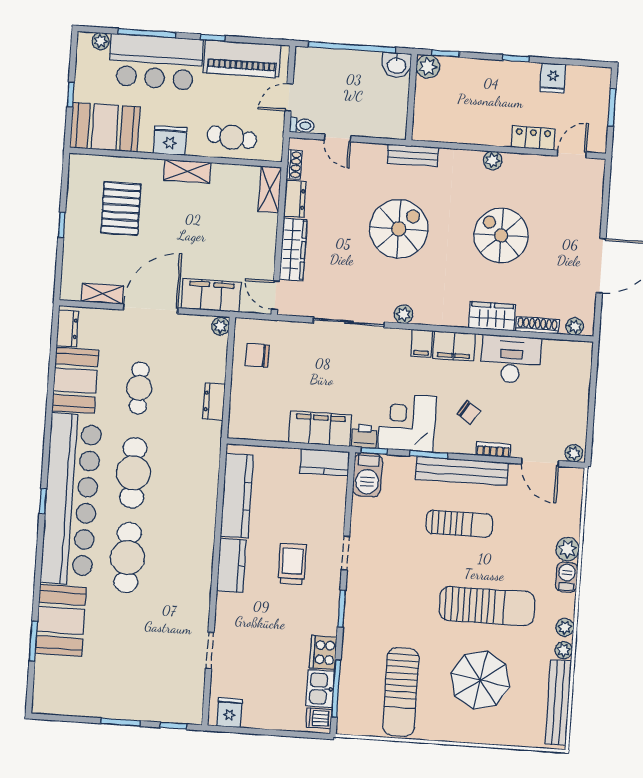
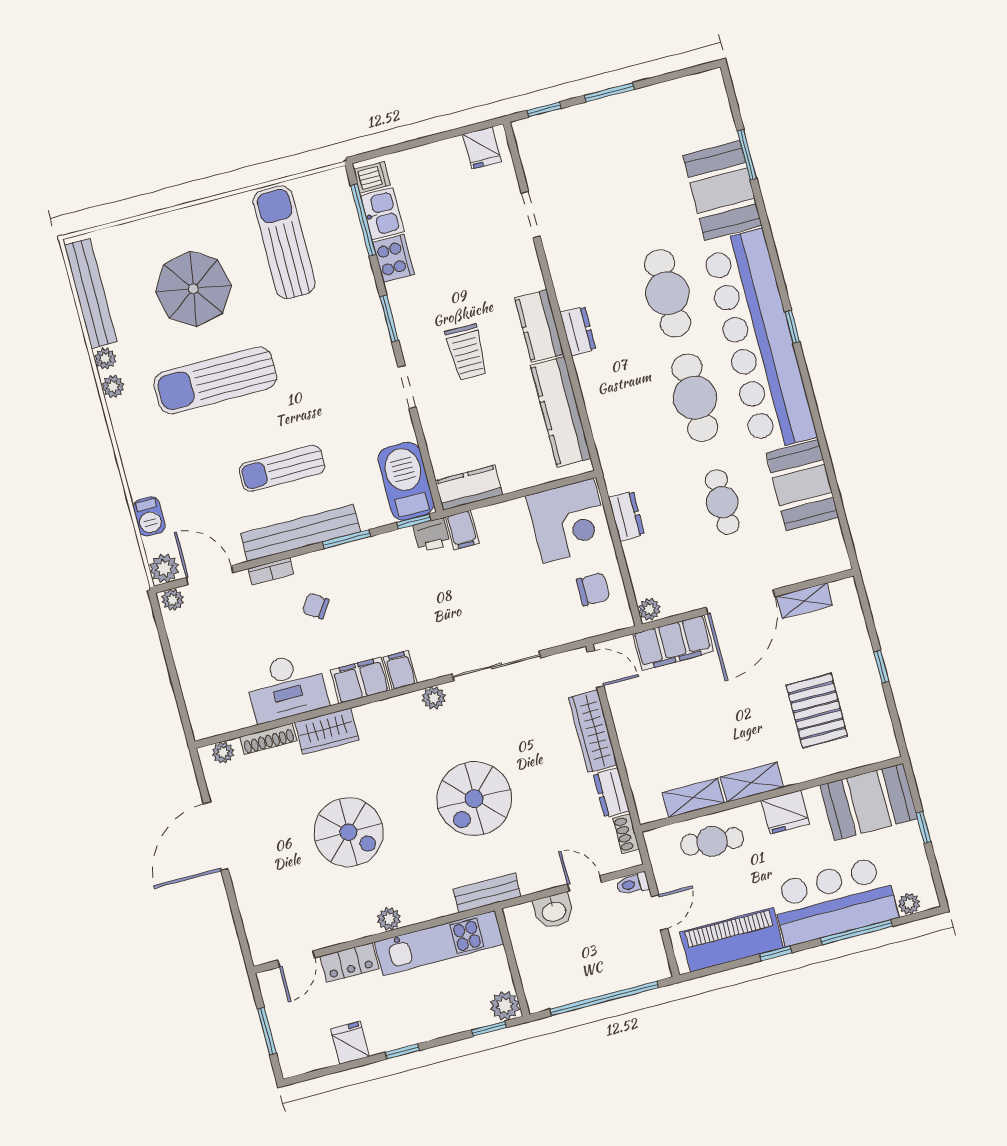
washbasin: (397, 65) -> (554, 911), moved, turned 180
kitchen unit: (461, 130) -> (439, 943), added
shelving: (270, 189) -> (693, 798), moved, turned 90
dresser: (67, 328) -> (578, 331), moved, turned 180
corner desk: (407, 423) -> (568, 521), moved
filing cabinet: (320, 429) -> (462, 530), width x0.33, depth x0.86
barbecue: (368, 475) -> (406, 481), width x1.37, depth x1.21
plant: (567, 549) -> (164, 568), moved
barbecue: (567, 577) -> (149, 516), moved

